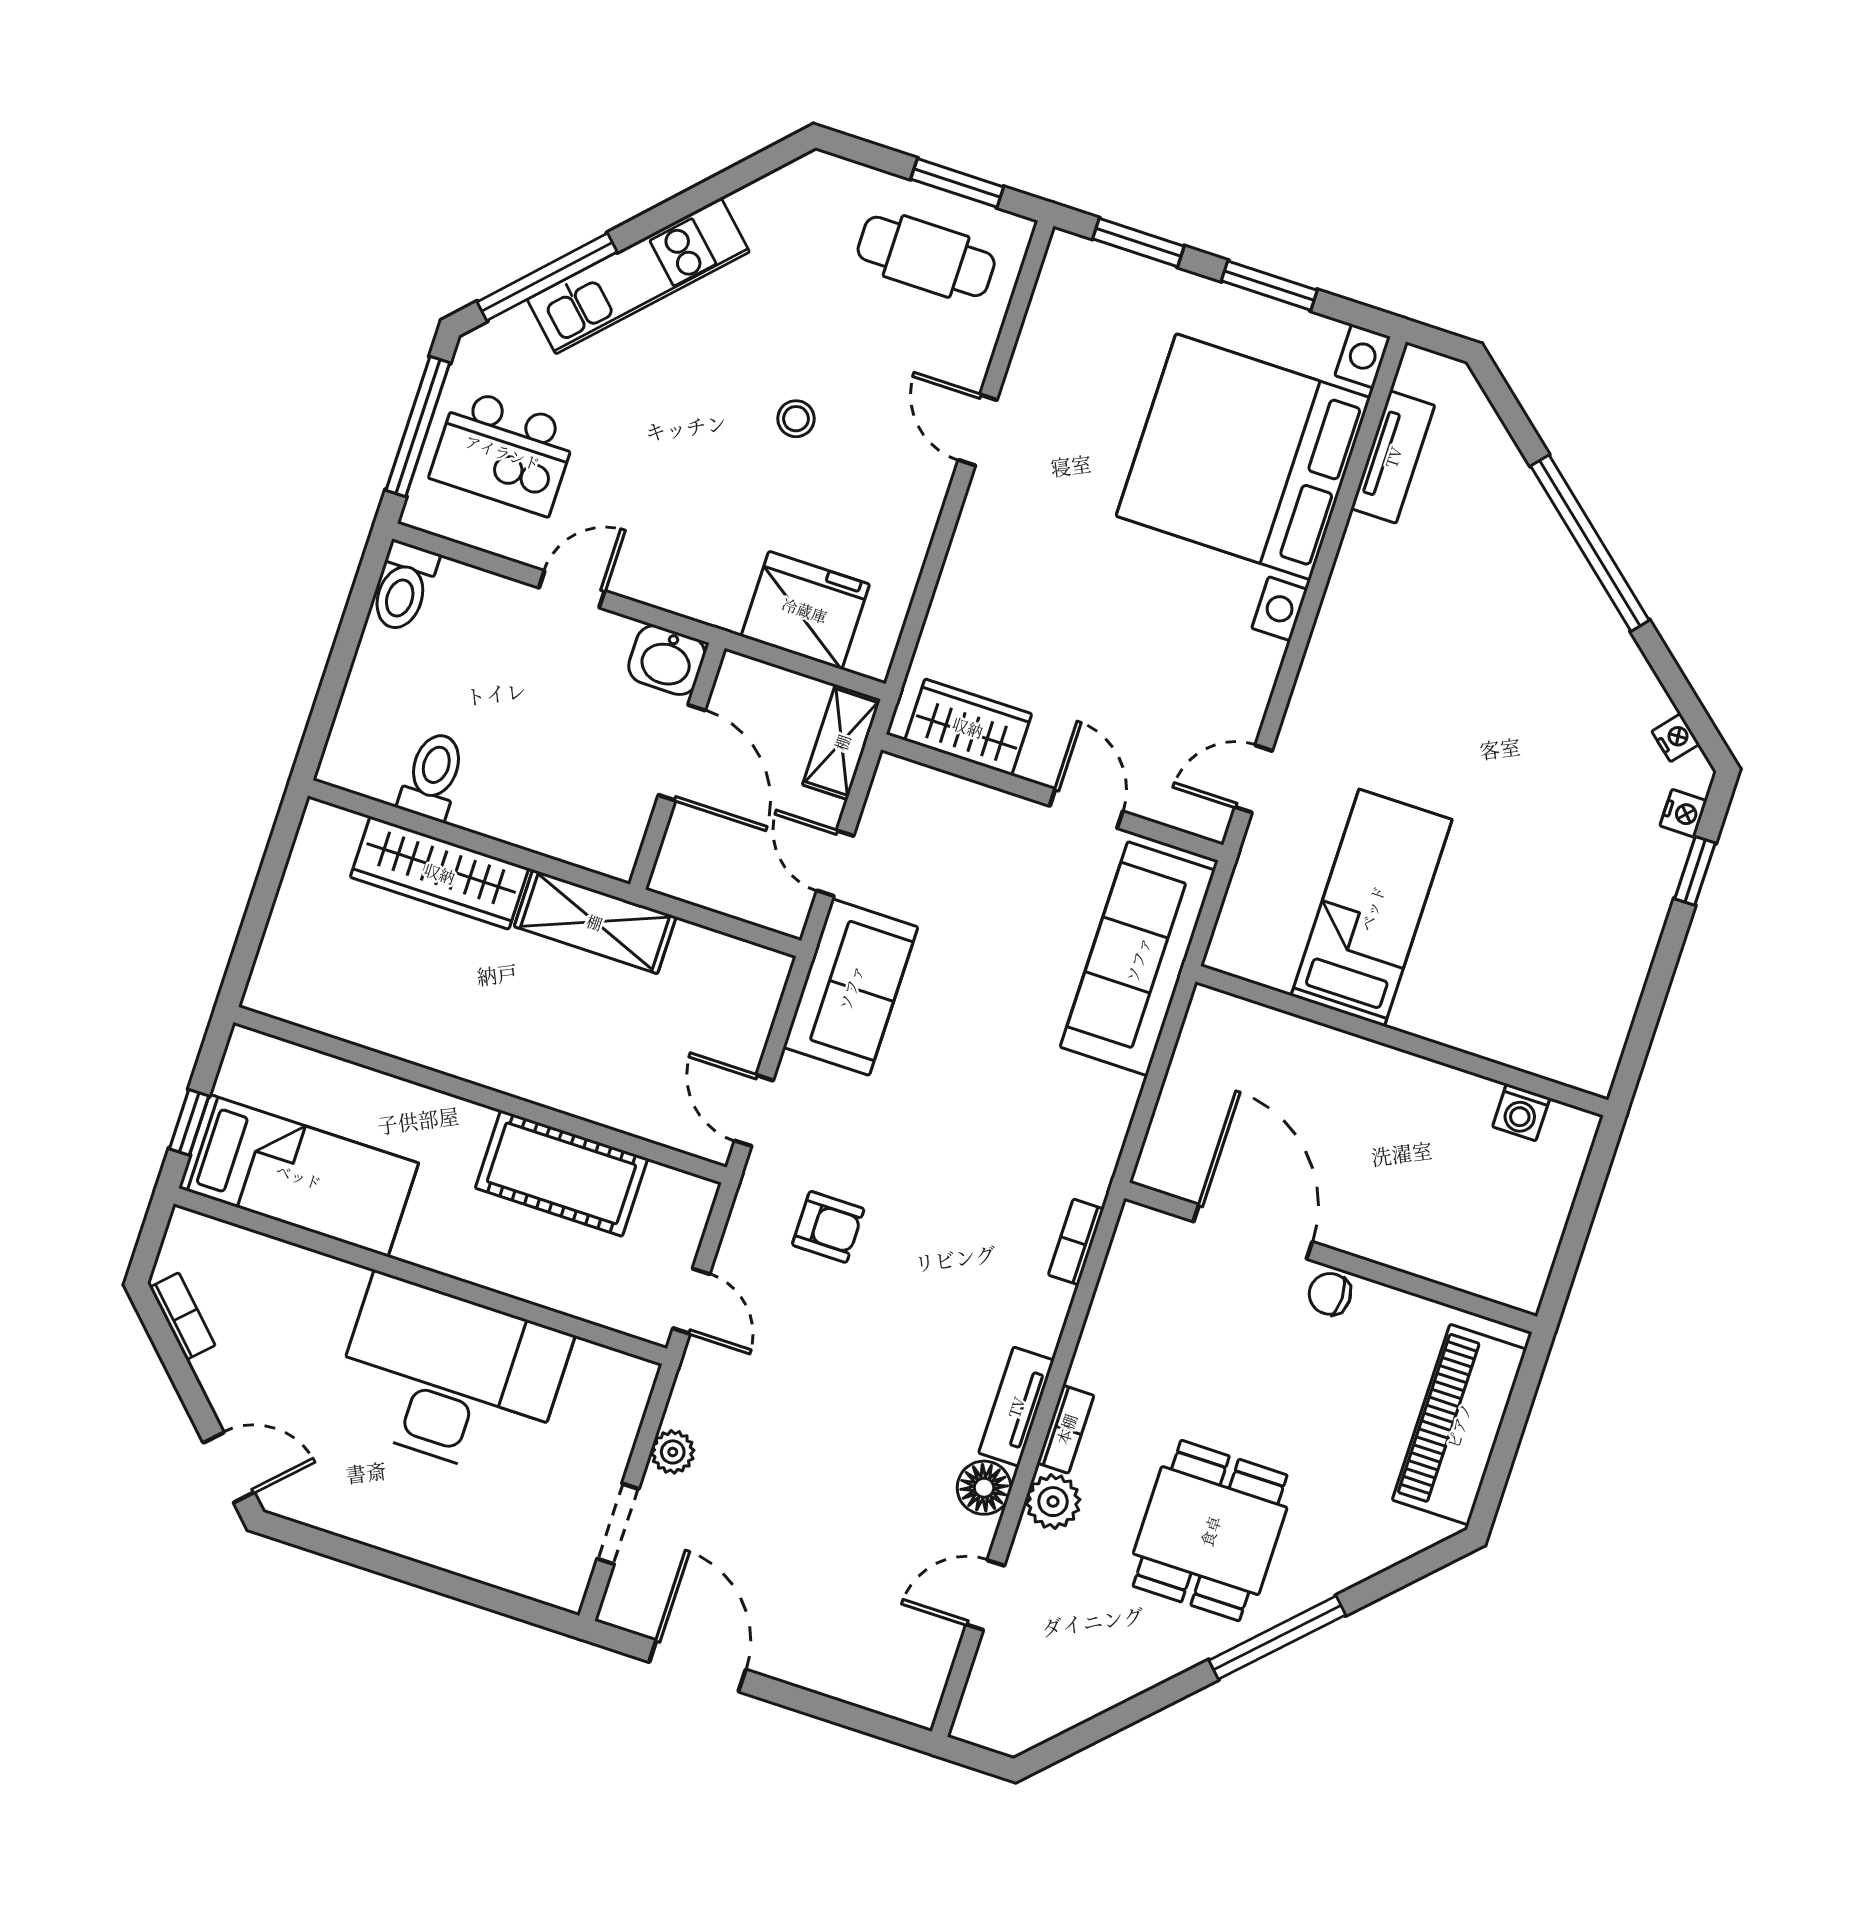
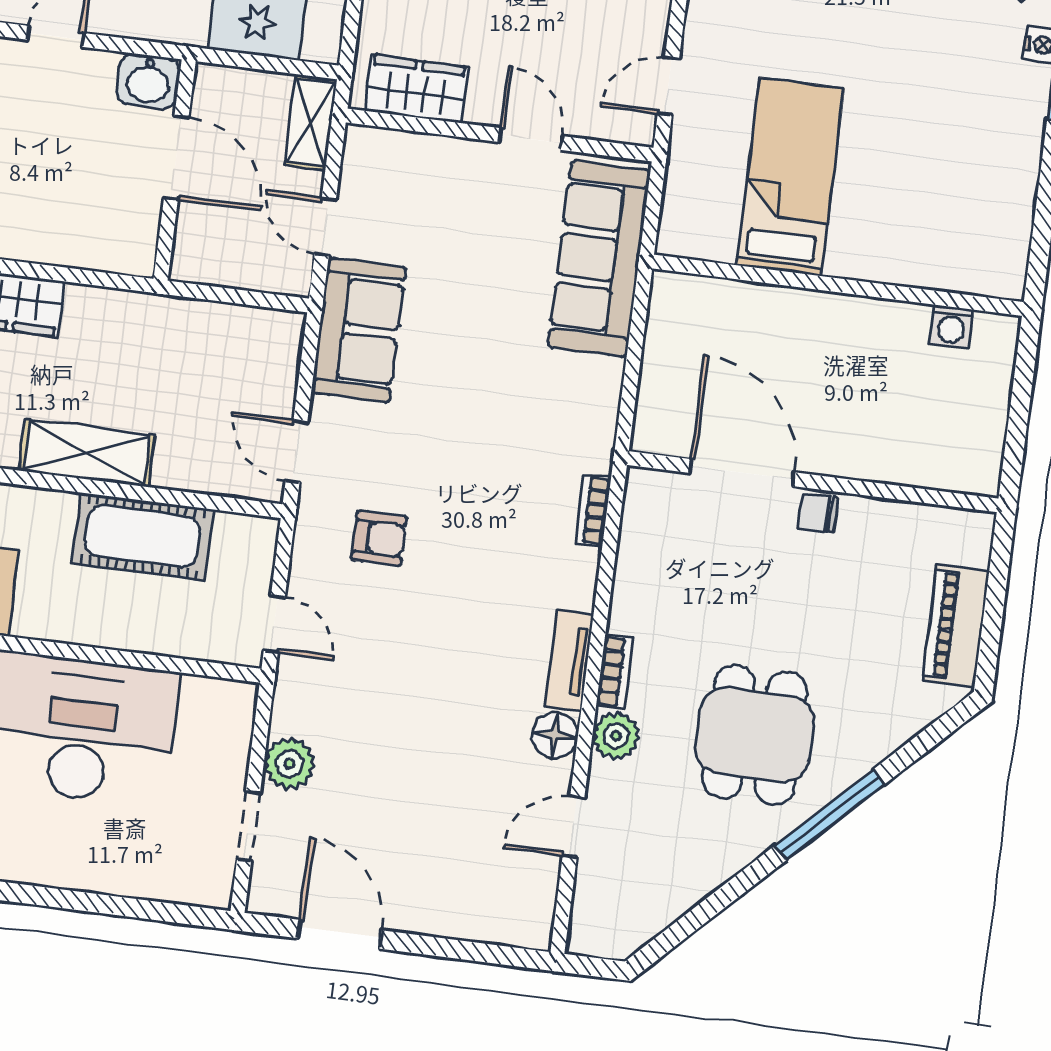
shelving: (595, 922) -> (87, 453), moved
piano: (1459, 1425) -> (956, 626), width x0.73, depth x0.75
plant: (673, 1452) -> (289, 764), width x1.38, depth x1.38

